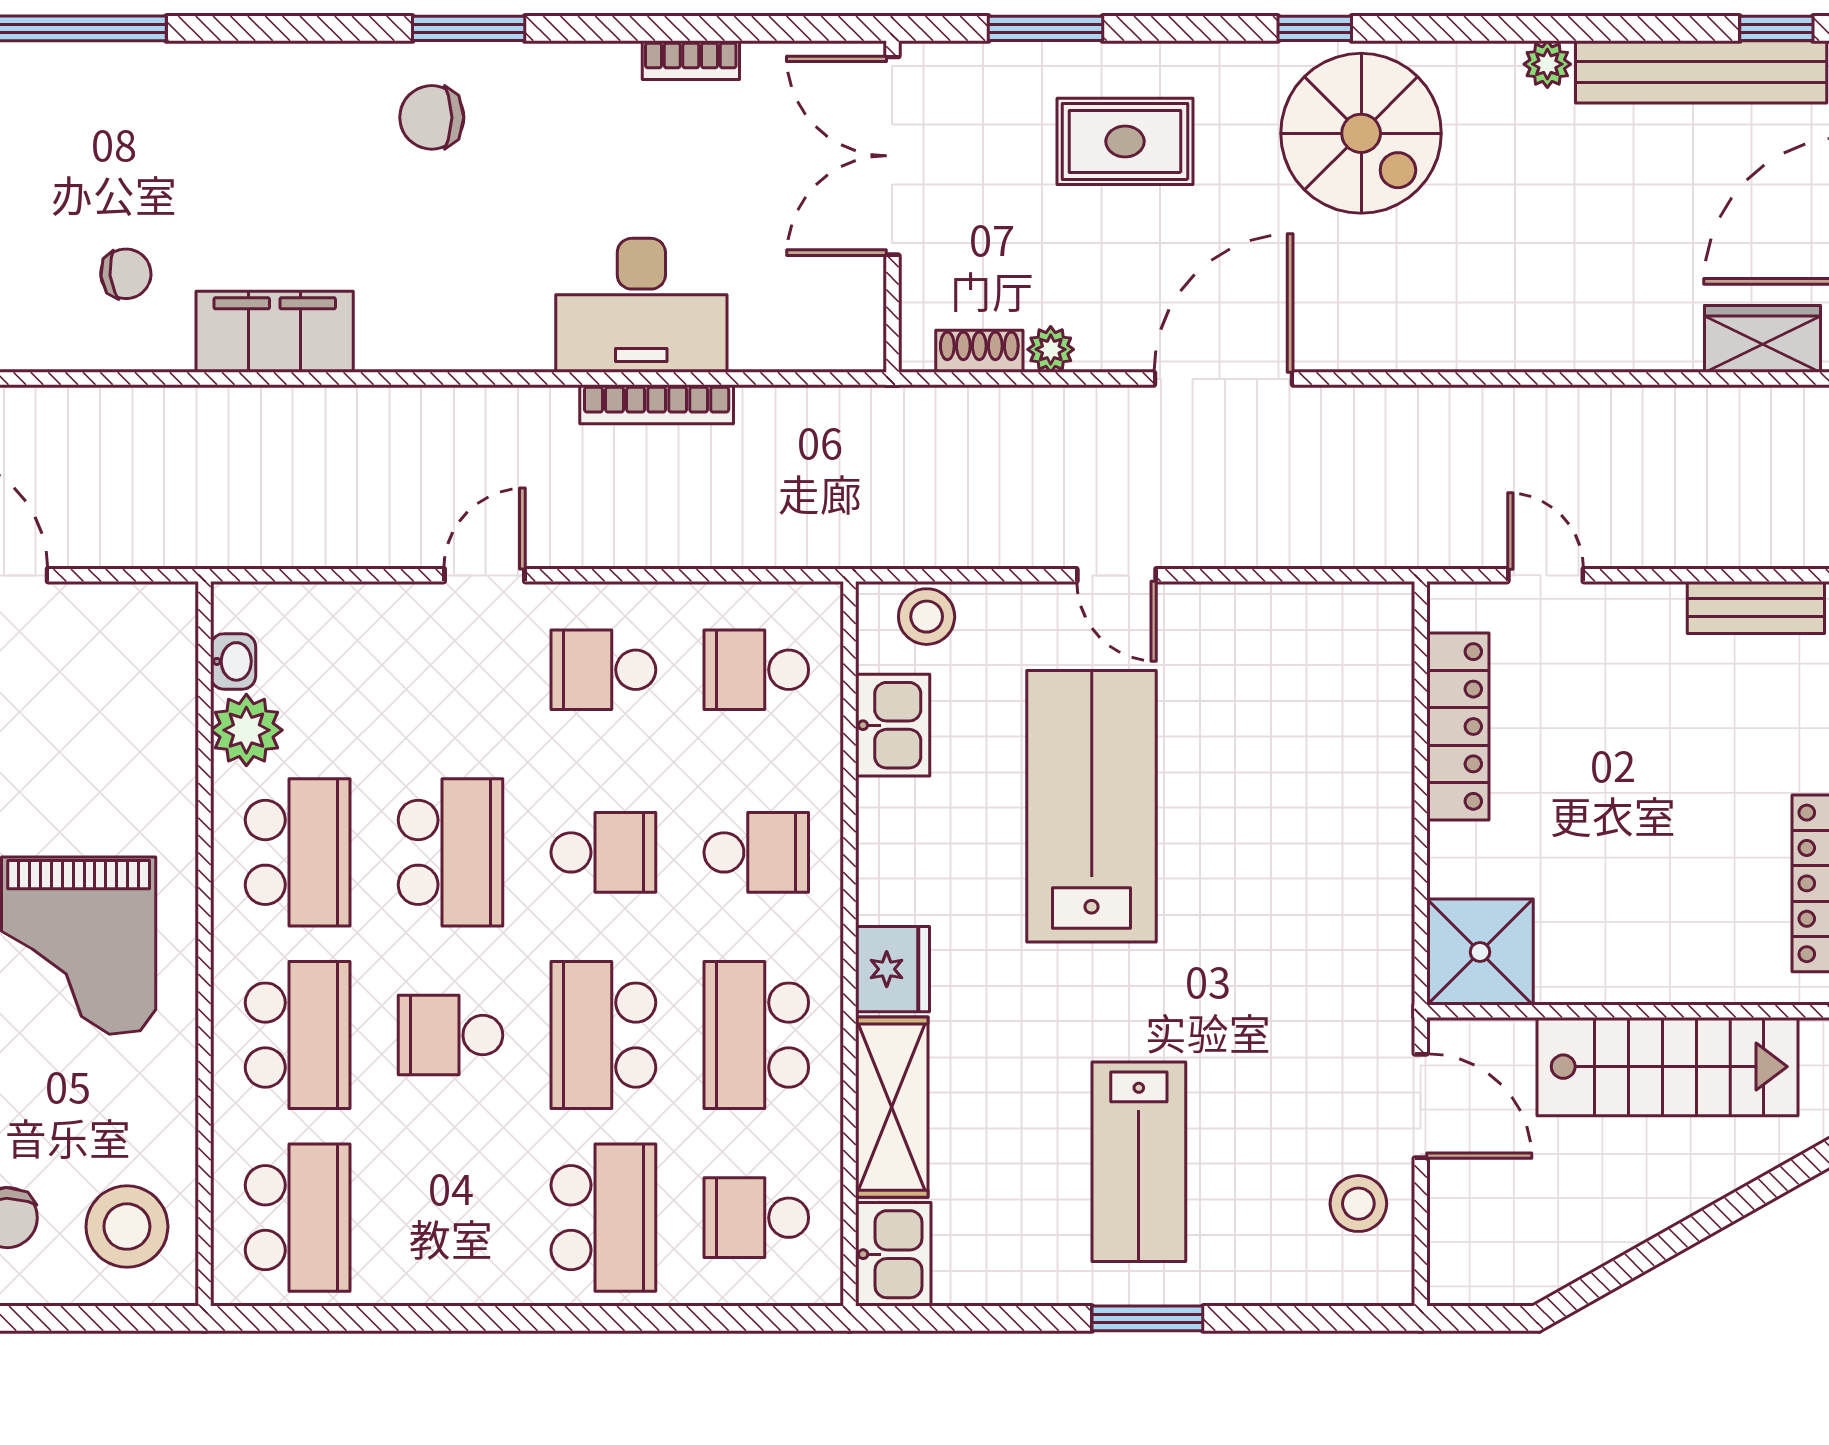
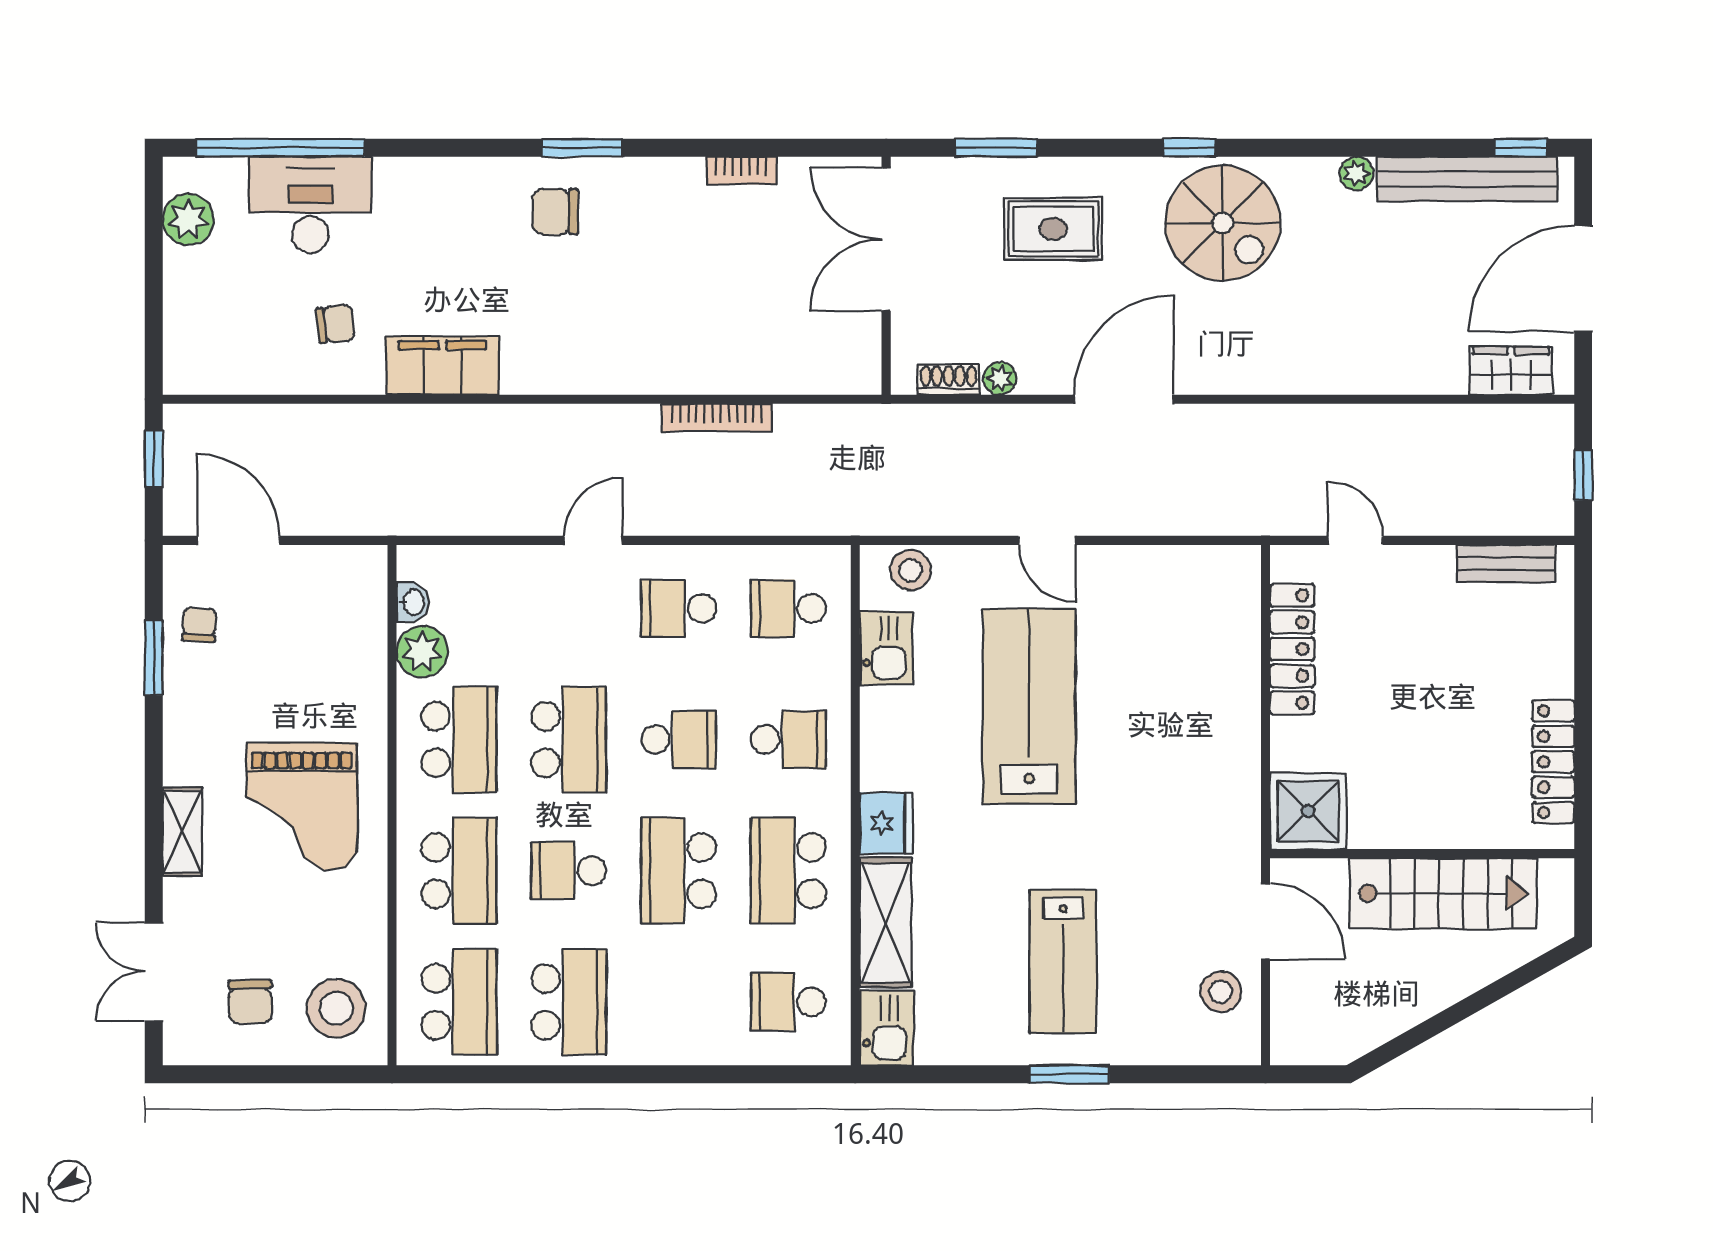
desk: (641, 305) -> (310, 205), moved, turned 180
school desk: (603, 1218) -> (569, 1002), moved

